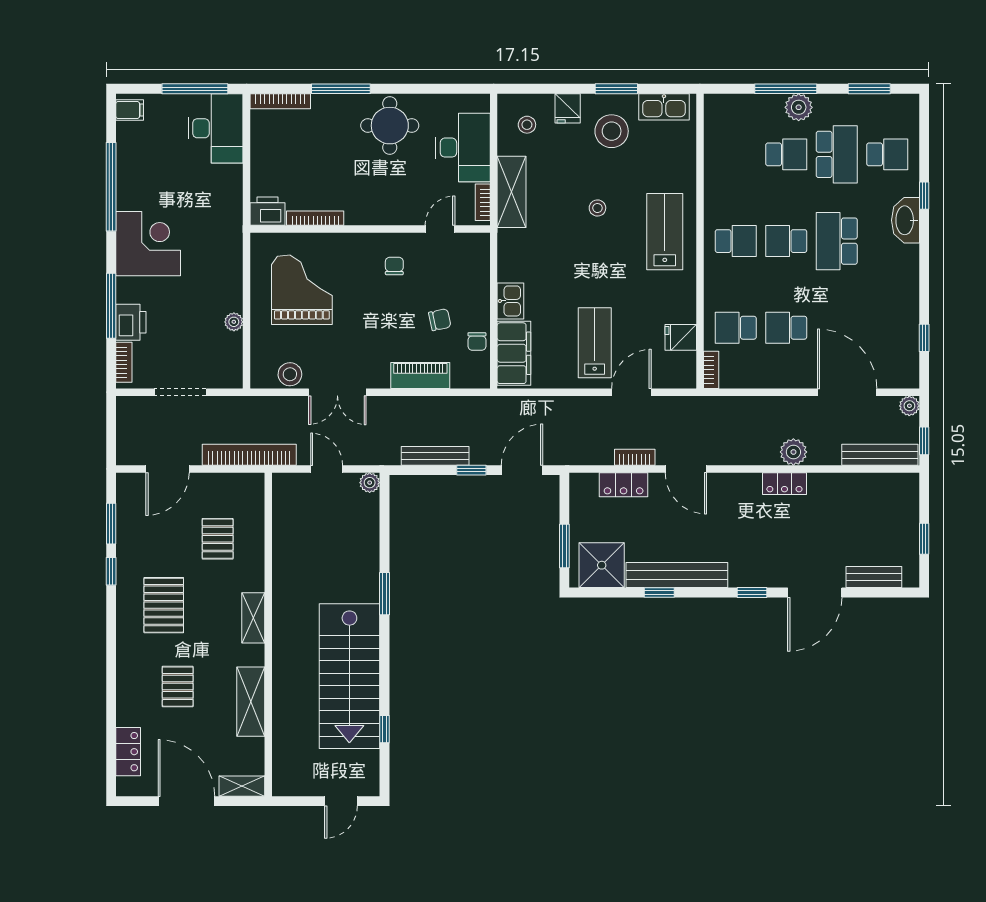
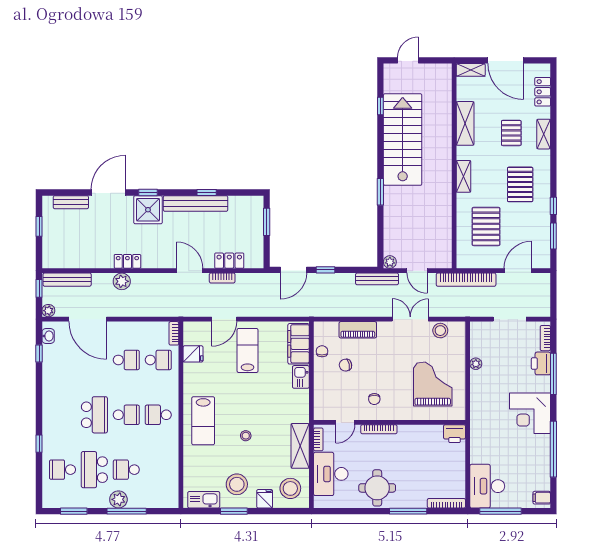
stool: (527, 125) -> (290, 488), width x1.89, depth x1.89
bookcase: (315, 218) -> (379, 429), moved
washbasin: (905, 220) -> (48, 336), moved, width x0.52, depth x0.69
grand piano: (302, 290) -> (433, 384), turned 180
lab bench: (595, 343) -> (248, 350), turned 180
bench: (435, 456) -> (377, 279), moved
pallet: (218, 539) -> (486, 226), width x1.50, depth x1.42
shower: (602, 565) -> (148, 210), moved
shelving: (127, 685) -> (544, 134), added

